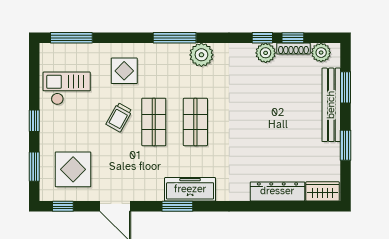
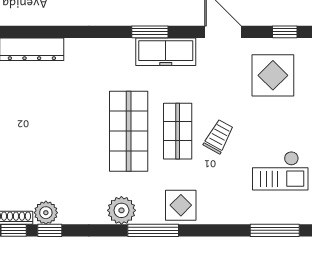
display table: (124, 71) -> (181, 205), moved
shop shelf: (195, 122) -> (129, 131), width x1.43, depth x1.36
freezer: (190, 189) -> (166, 52), moved

